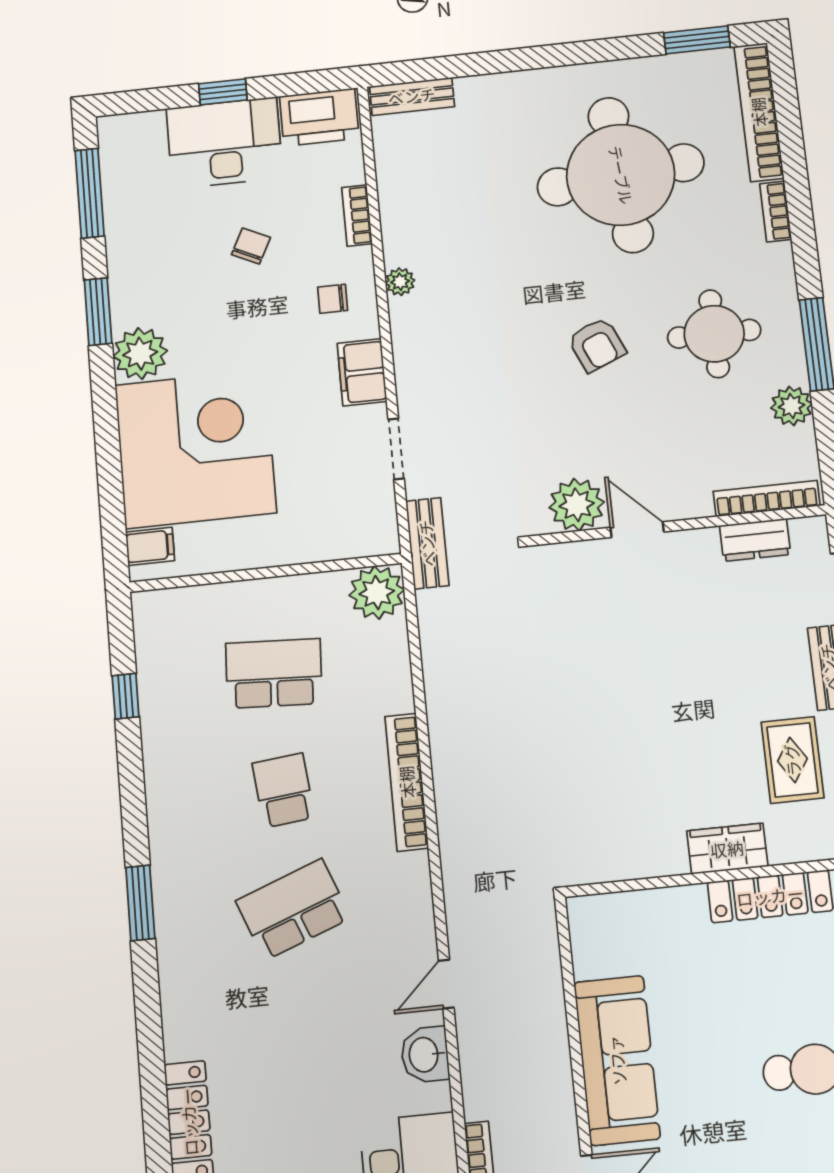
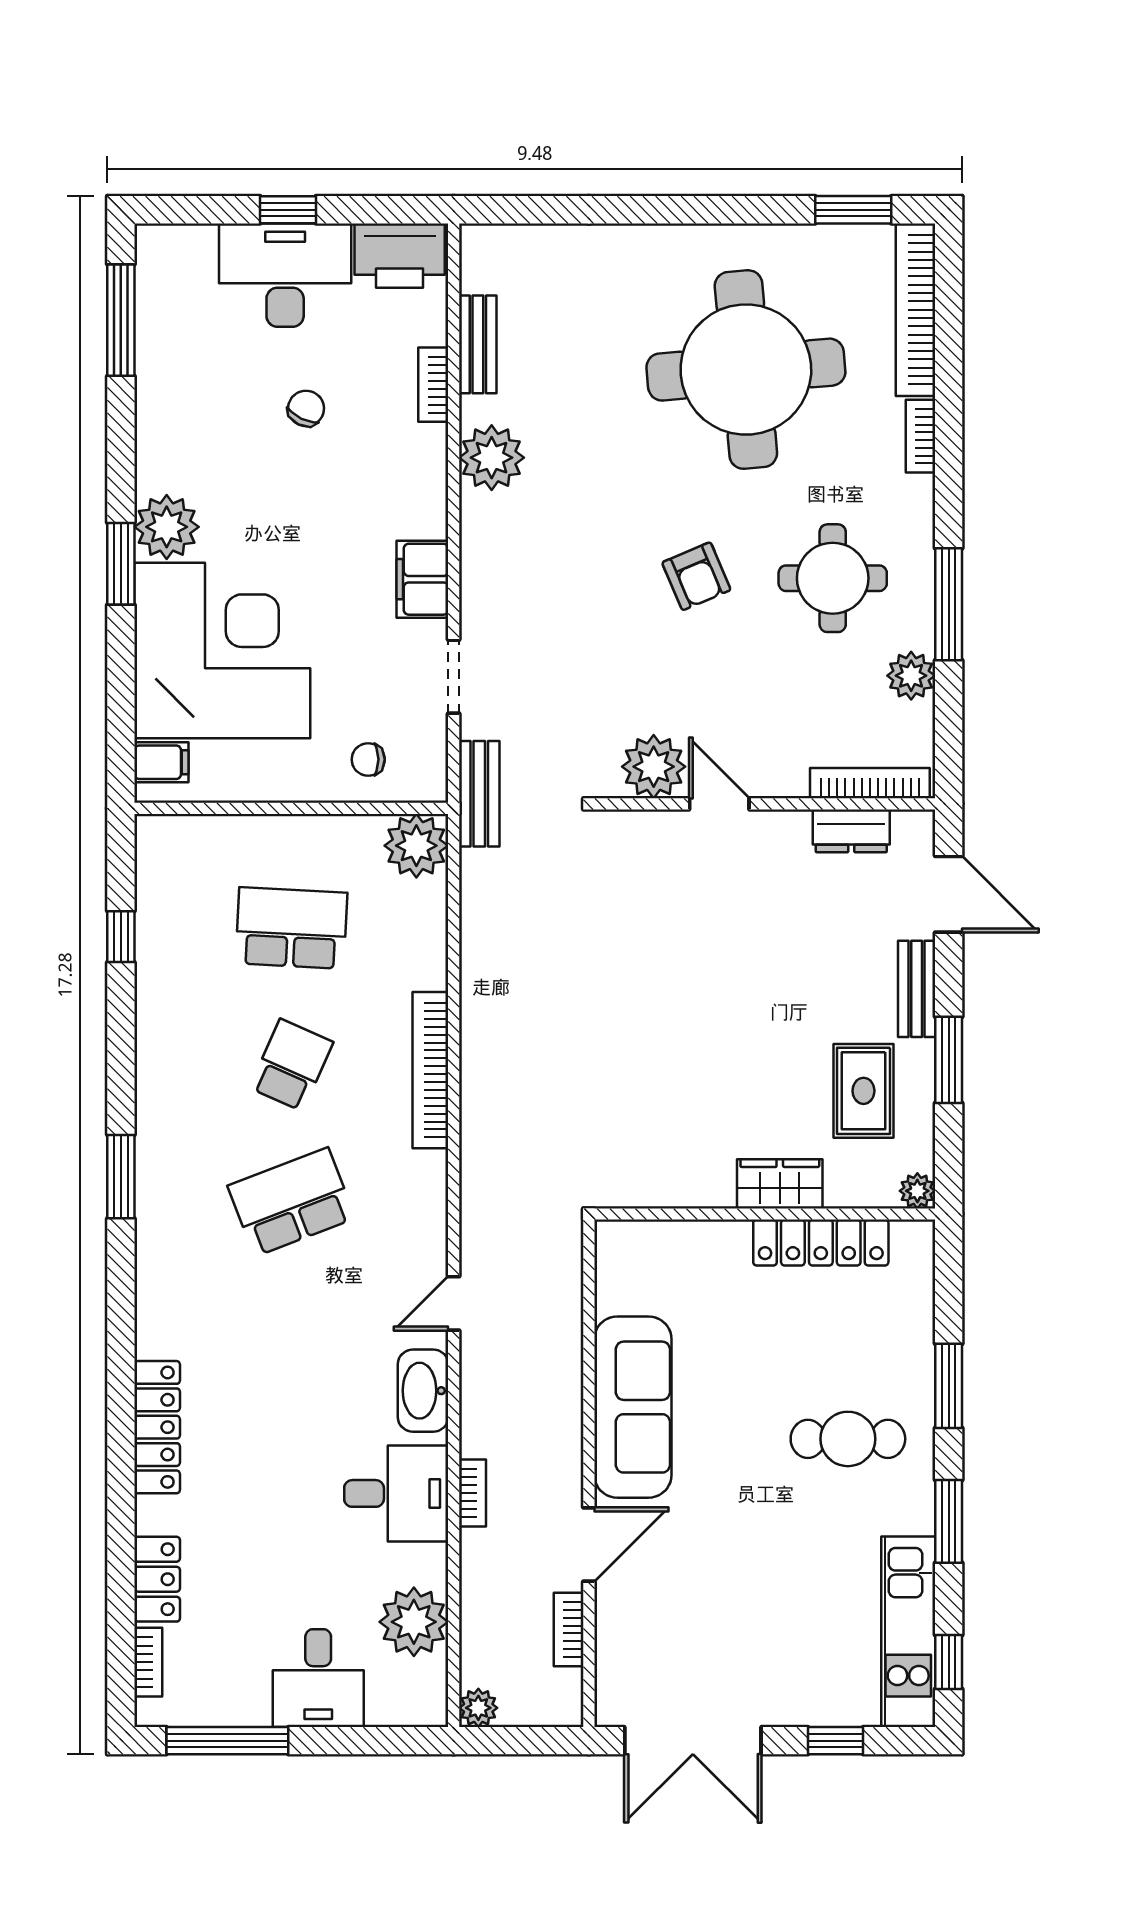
bench: (412, 96) -> (478, 344), moved, turned 90
plant: (400, 282) -> (492, 458), width x1.87, depth x1.87
chair: (333, 299) -> (368, 759), moved
window: (98, 312) -> (121, 564), moved
school desk: (283, 790) -> (291, 1065), turned 30
washbasin: (425, 1055) -> (423, 1391), width x1.38

